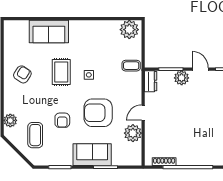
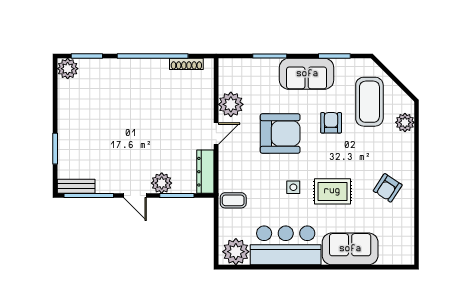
bar counter: (94, 34) -> (286, 245), added
rug: (61, 72) -> (332, 191), turned 90
dresser: (151, 81) -> (205, 172), width x1.44
coffee table: (35, 135) -> (369, 102), width x1.36, depth x1.32
sofa: (92, 155) -> (307, 74), moved

